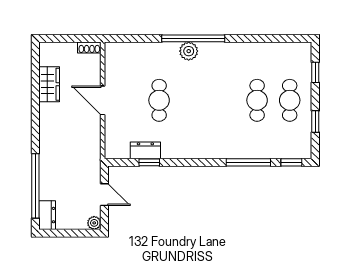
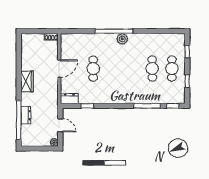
plant: (189, 51) -> (122, 39), moved
wardrobe: (49, 84) -> (27, 81), moved
door: (103, 100) -> (59, 69), swing flipped
dresser: (145, 150) -> (69, 99), moved
dresser: (47, 215) -> (26, 115), moved

